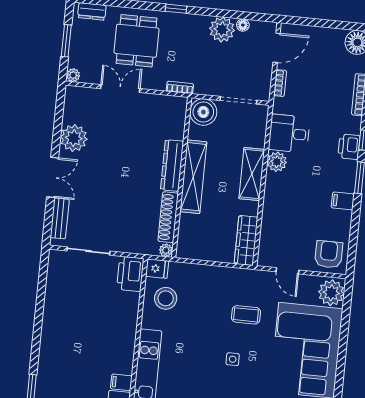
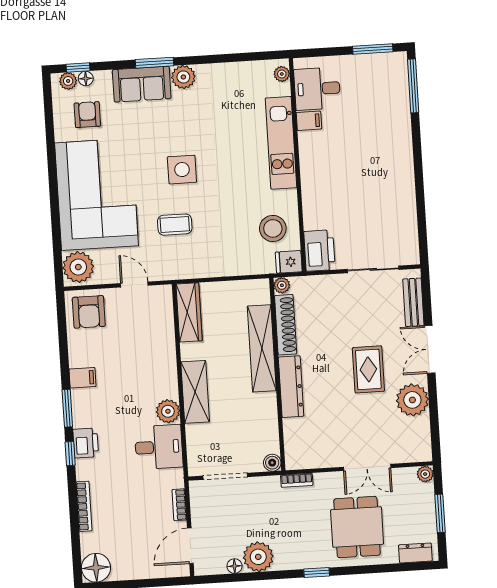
boiler: (203, 112) -> (272, 463), width x0.54, depth x0.54
rug: (106, 169) -> (368, 369), added
shelving: (193, 177) -> (262, 348), moved
side table: (233, 359) -> (182, 170), width x1.87, depth x1.87

